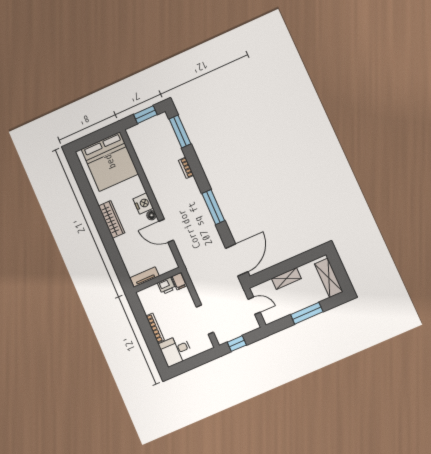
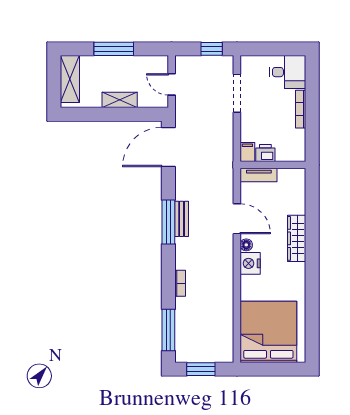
bench: (205, 213) -> (182, 219), added
wardrobe: (112, 219) -> (297, 238), moved
tv unit: (145, 277) -> (259, 175), moved

